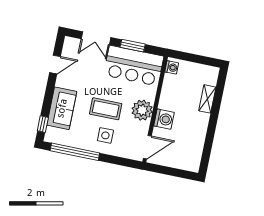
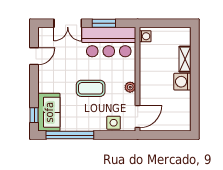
sofa: (62, 108) -> (49, 112), moved
plant: (142, 110) -> (130, 87), width x0.53, depth x0.53
washing machine: (164, 119) -> (182, 82), moved, turned 180
side table: (105, 135) -> (114, 123), moved

